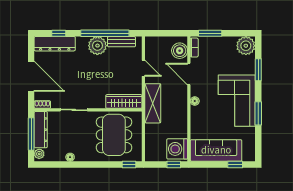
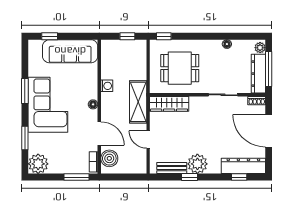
window: (105, 33) -> (189, 177), width x0.32
dining table: (114, 135) -> (180, 68), width x0.73
washing machine: (177, 149) -> (107, 86), moved, width x0.53, depth x0.53
window: (174, 164) -> (127, 36), moved

